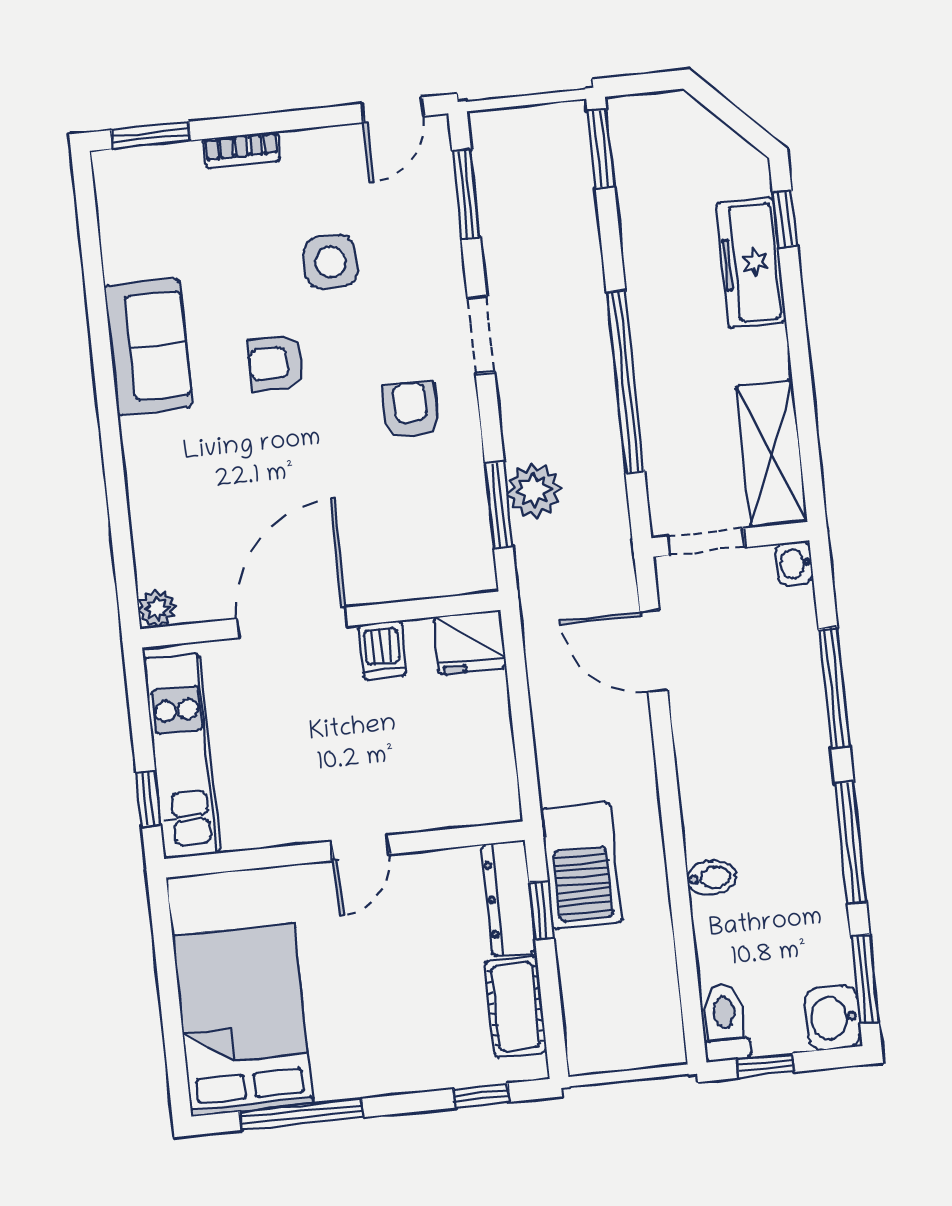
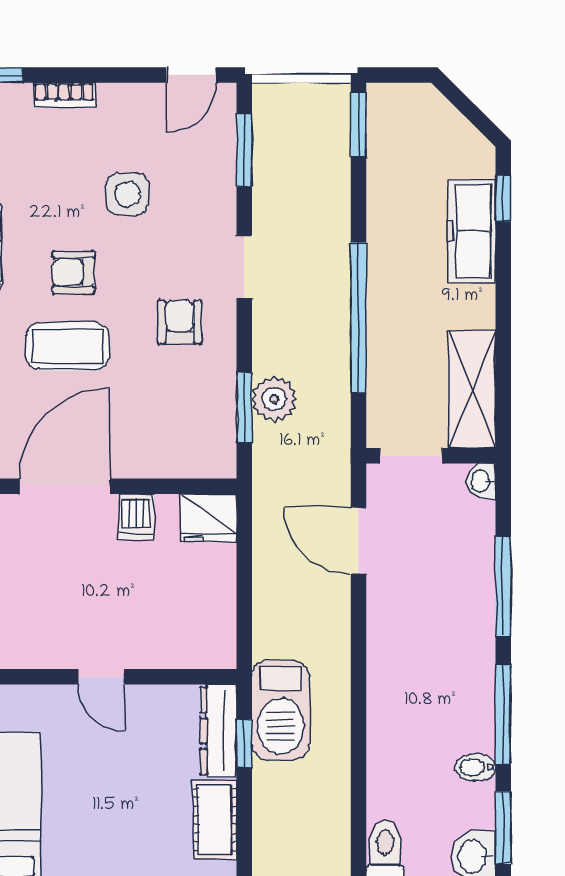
coffee table: (278, 453) -> (67, 346), added
door: (360, 848) -> (101, 677), hinge flipped
bidet: (711, 878) -> (475, 767), moved, turned 180

